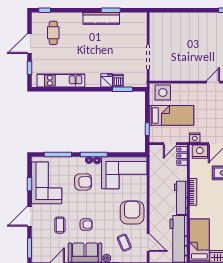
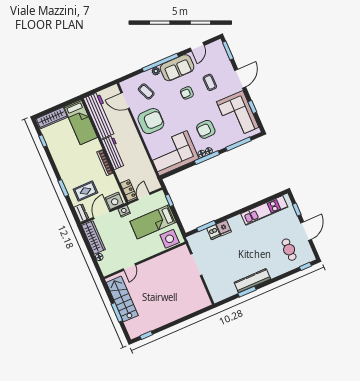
armchair: (132, 212) -> (151, 121), turned -90

